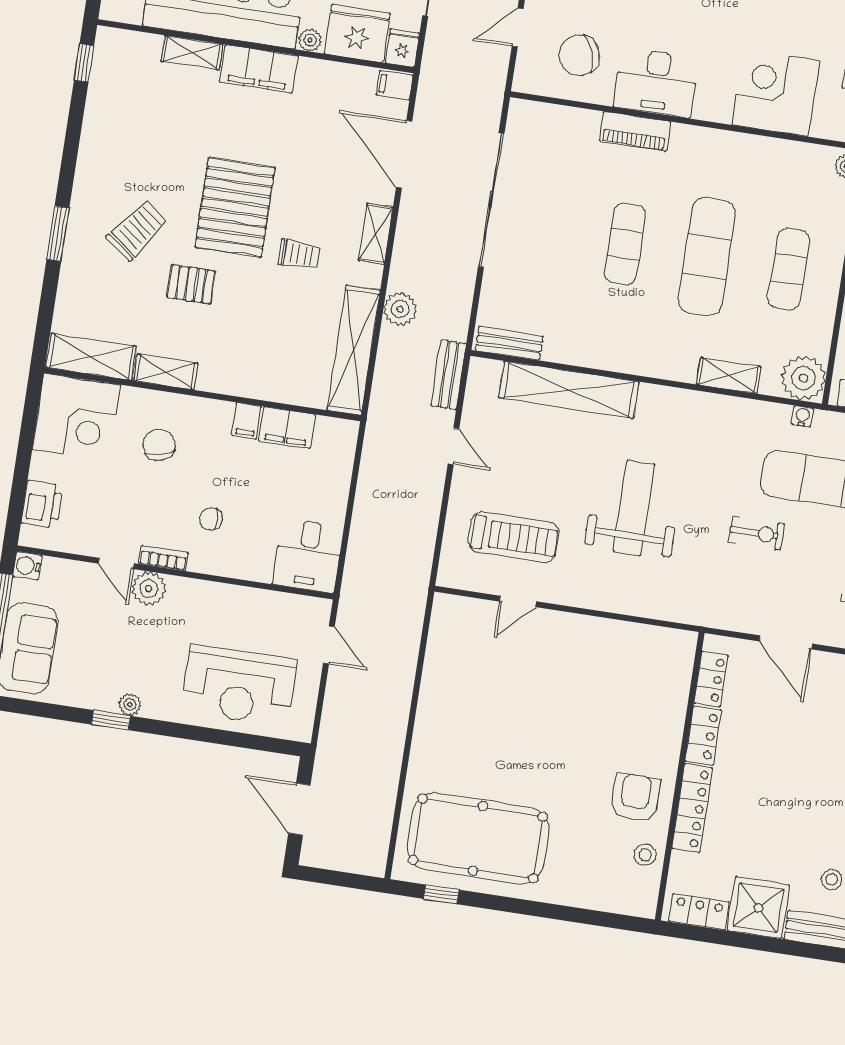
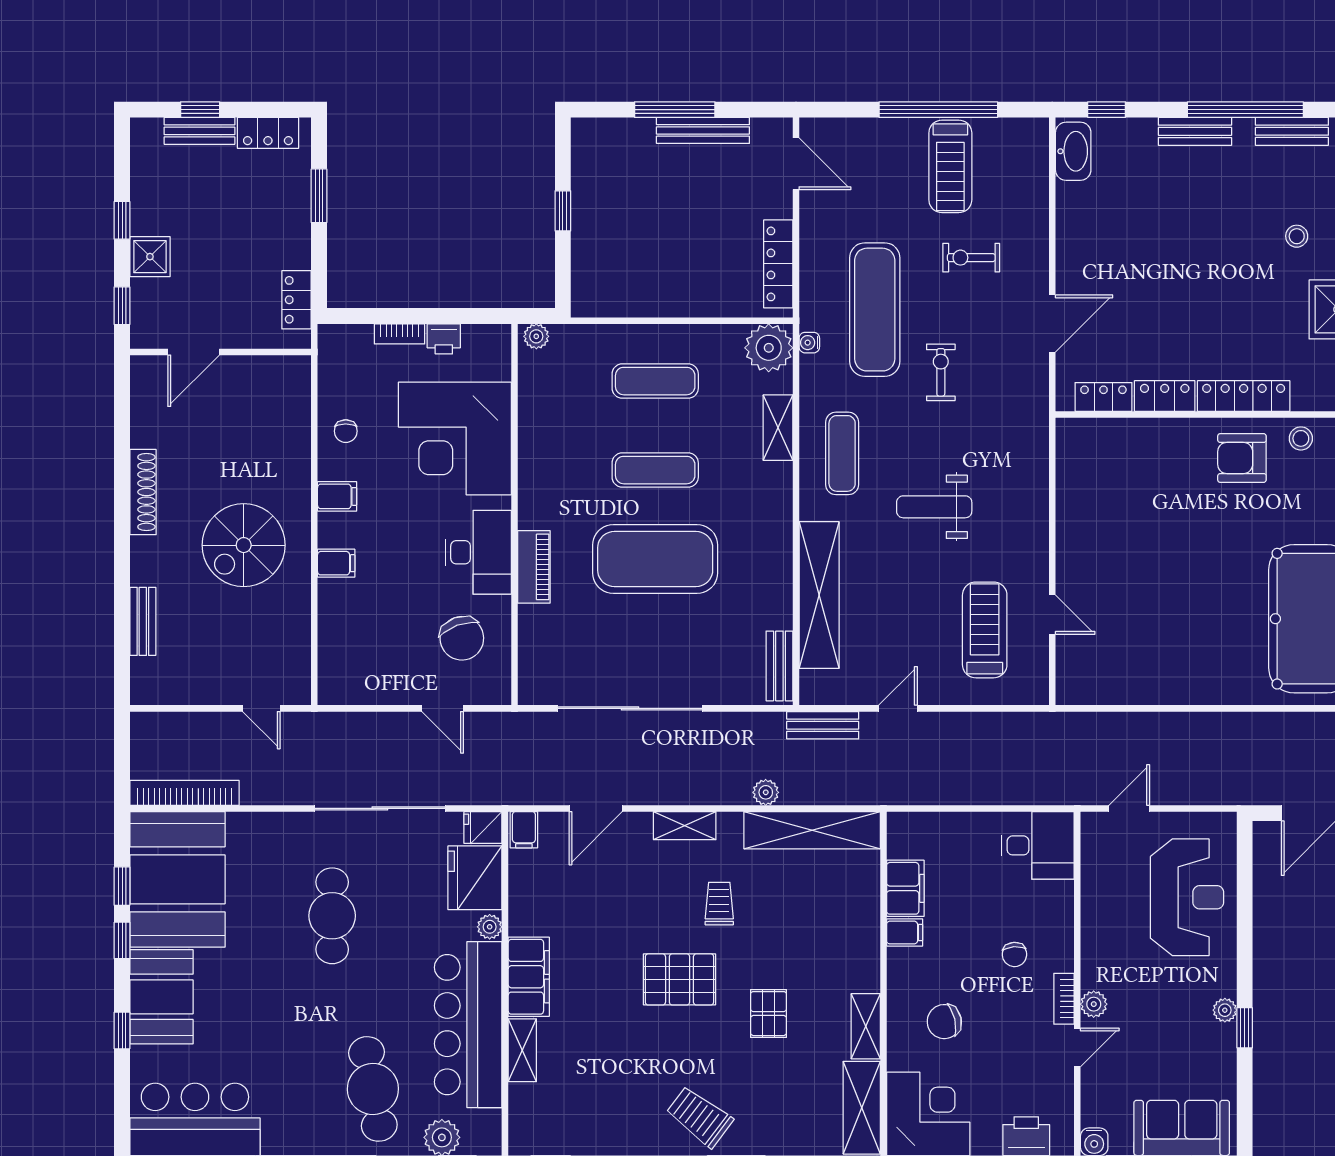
corner desk: (776, 93) -> (455, 439), width x1.36, depth x1.36
door: (404, 154) -> (596, 808), width x0.73
pallet: (235, 207) -> (679, 979), width x0.73, depth x0.71
trolley: (137, 230) -> (700, 1117), moved
exercise mat: (625, 244) -> (655, 559), width x2.00, depth x1.45
exercise mat: (707, 257) -> (655, 470), width x0.73, depth x0.69
plant: (400, 309) -> (766, 792), width x0.73, depth x0.73
exercise mat: (696, 431) -> (842, 453), added
weight bench: (634, 508) -> (934, 507), width x0.73, depth x0.75
plant: (149, 589) -> (1094, 1004), width x0.73, depth x0.73

